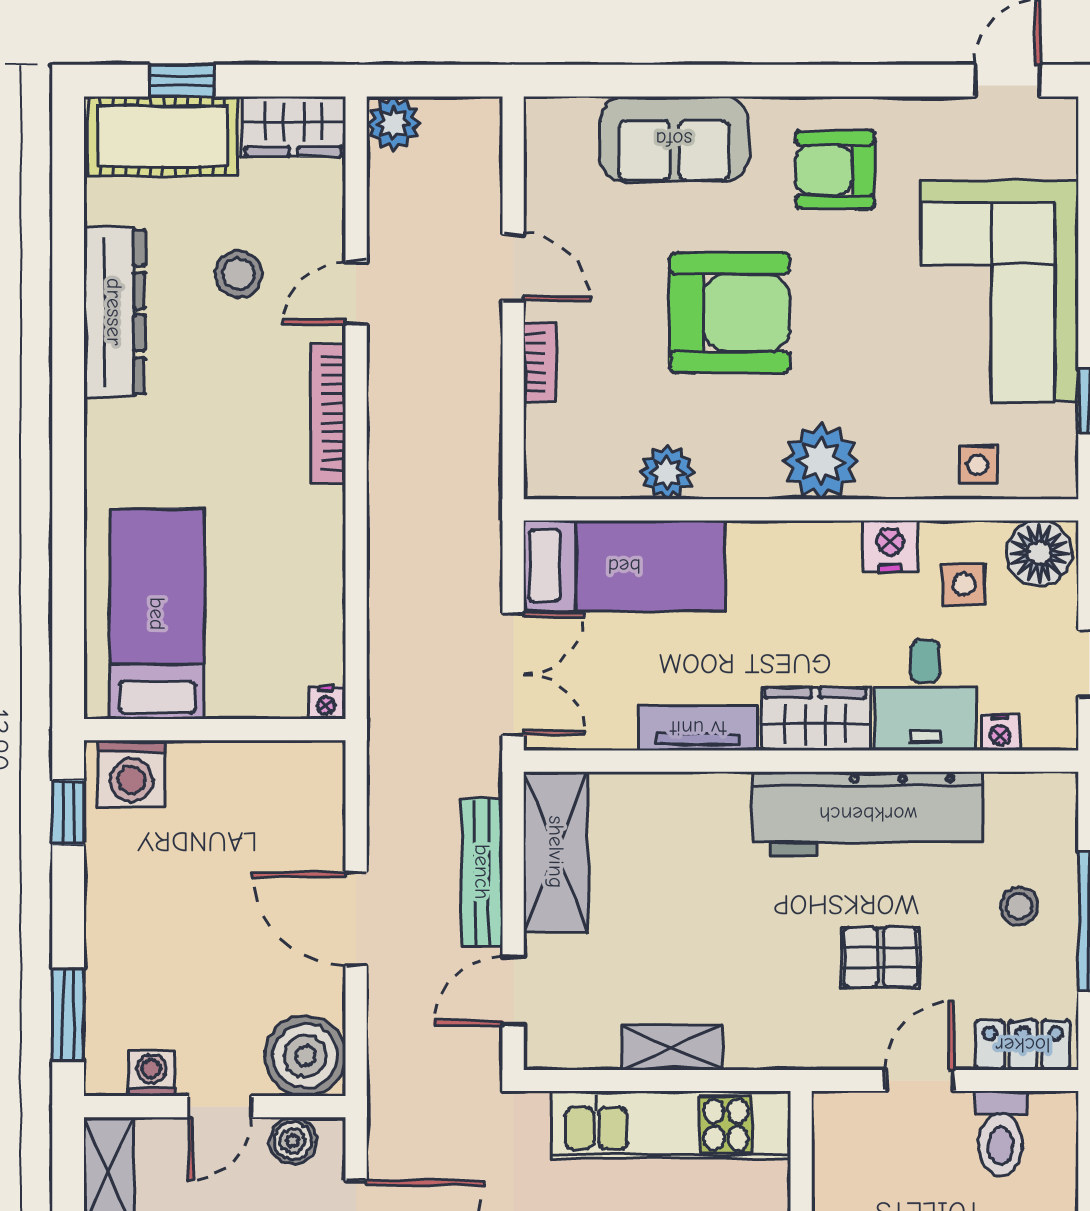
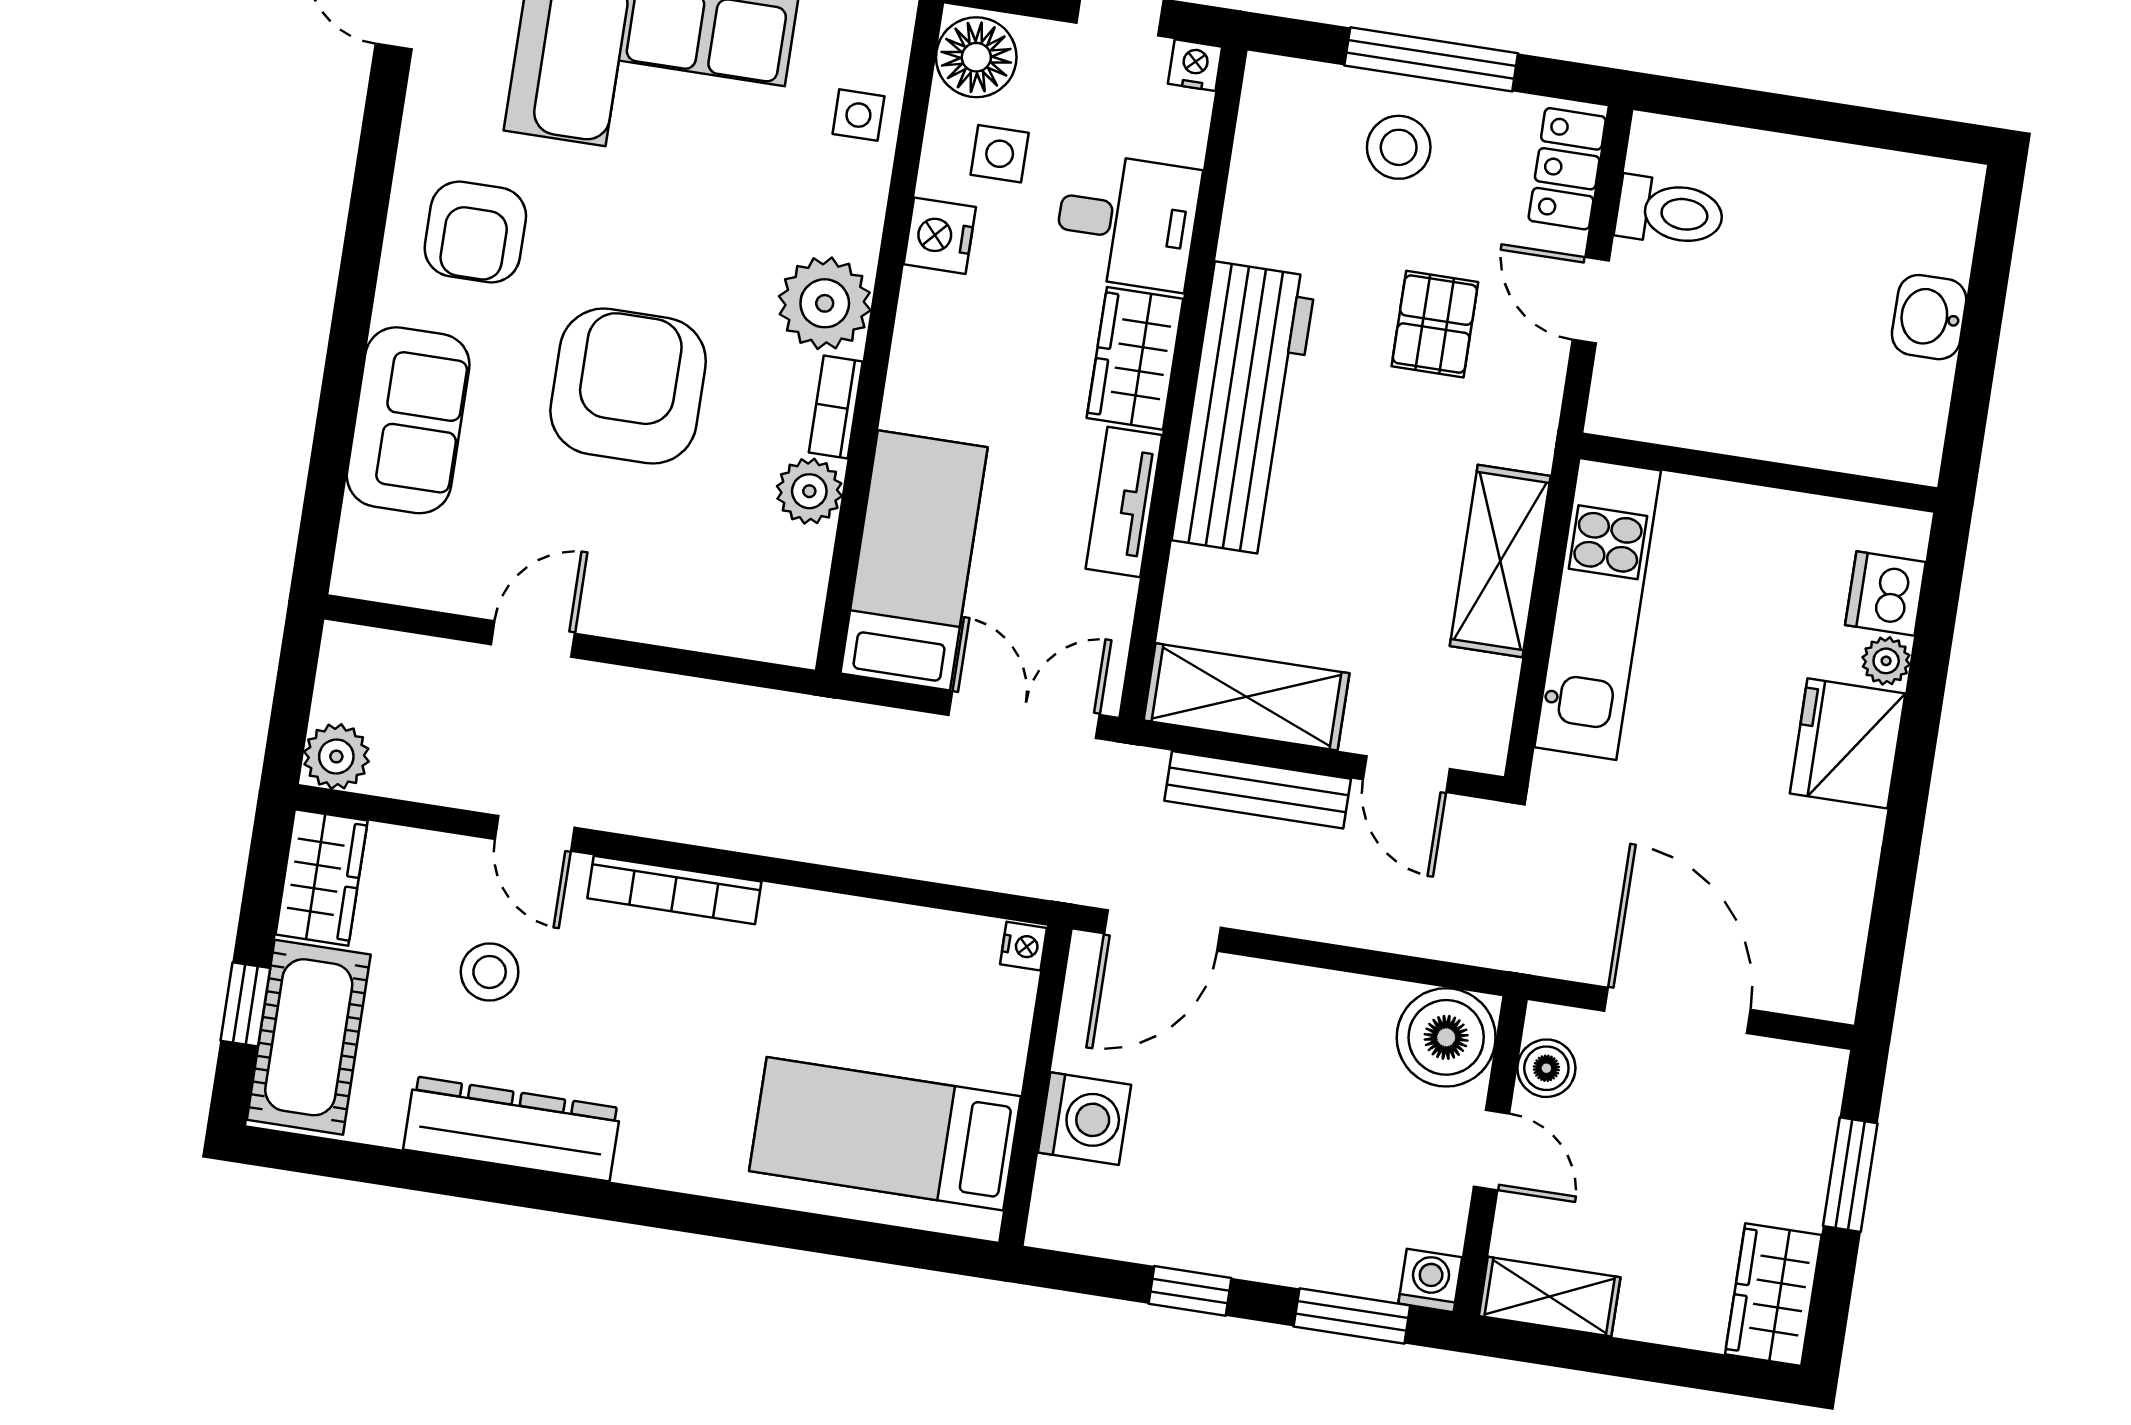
bookcase: (540, 362) -> (836, 407), moved, turned -90
nightstand: (1000, 732) -> (1195, 65), moved, turned -90
washing machine: (132, 774) -> (1085, 1119), moved
window: (68, 812) -> (1190, 1291), moved
workbench: (868, 814) -> (1244, 409), moved
stool: (1019, 906) -> (1399, 147), width x1.37, depth x1.37
door: (356, 919) -> (1162, 931), moved
shelving: (672, 1047) -> (1500, 561), width x1.50, depth x1.33
washing machine: (151, 1073) -> (1430, 1280), moved, turned 90

